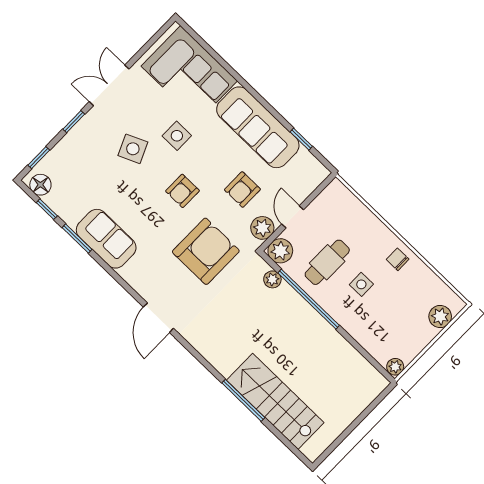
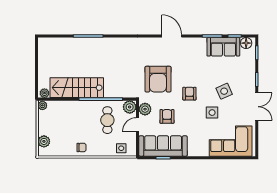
sofa: (258, 127) -> (163, 146), moved
door: (293, 217) -> (138, 125), swing flipped
sofa: (106, 239) -> (223, 47), moved
plant: (272, 279) -> (44, 93), moved
side table: (361, 284) -> (121, 148), moved
door: (158, 318) -> (172, 36), moved
stairs: (275, 401) -> (77, 88), moved, turned 180

